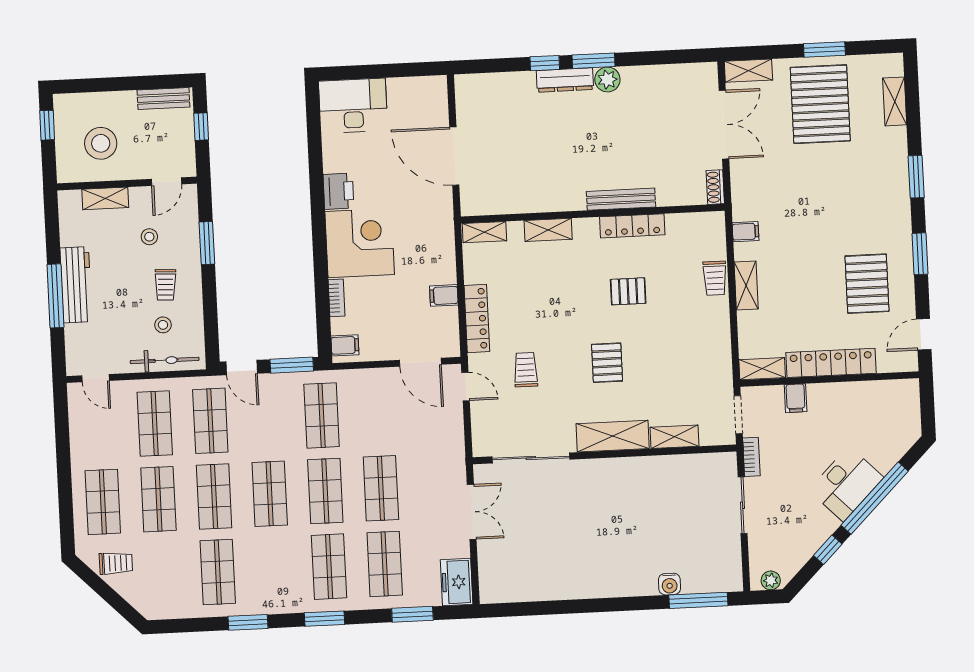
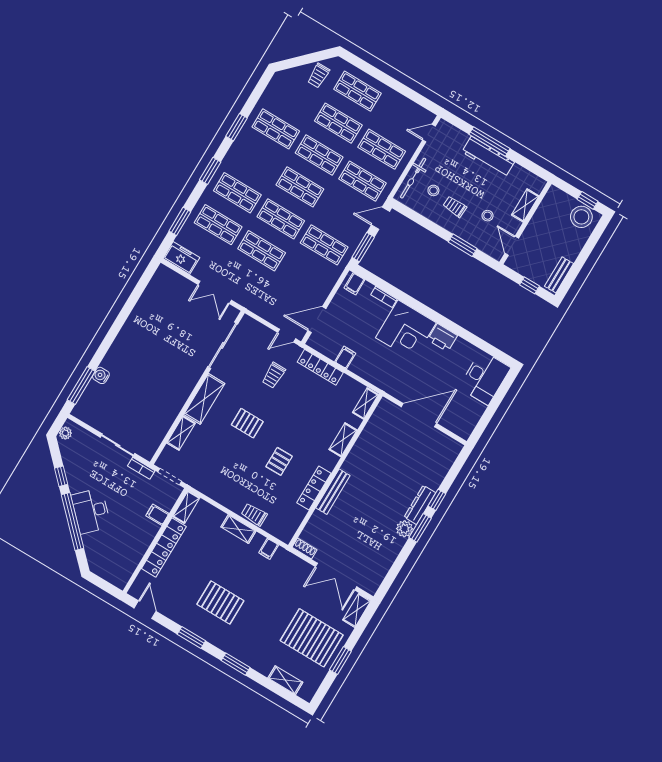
stool: (101, 143) -> (581, 217), moved
pallet: (867, 284) -> (220, 603), moved
trolley: (526, 370) -> (274, 375), turned 90

